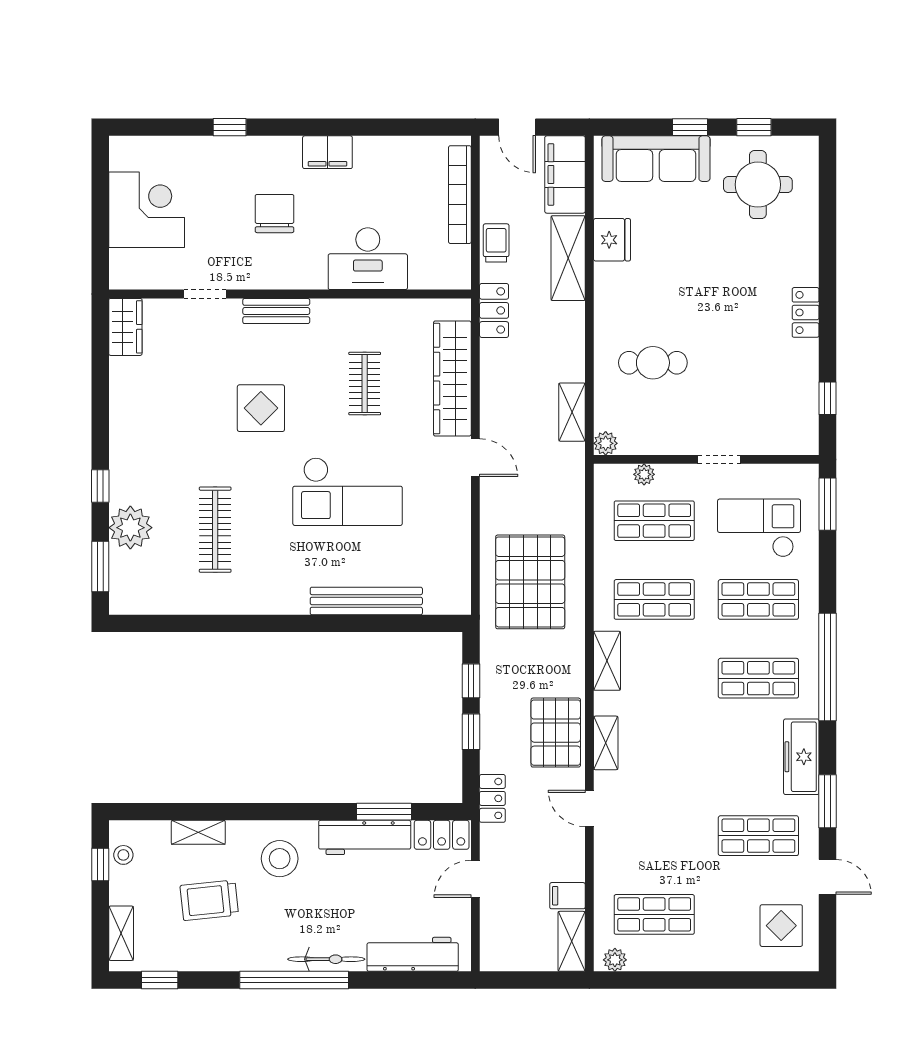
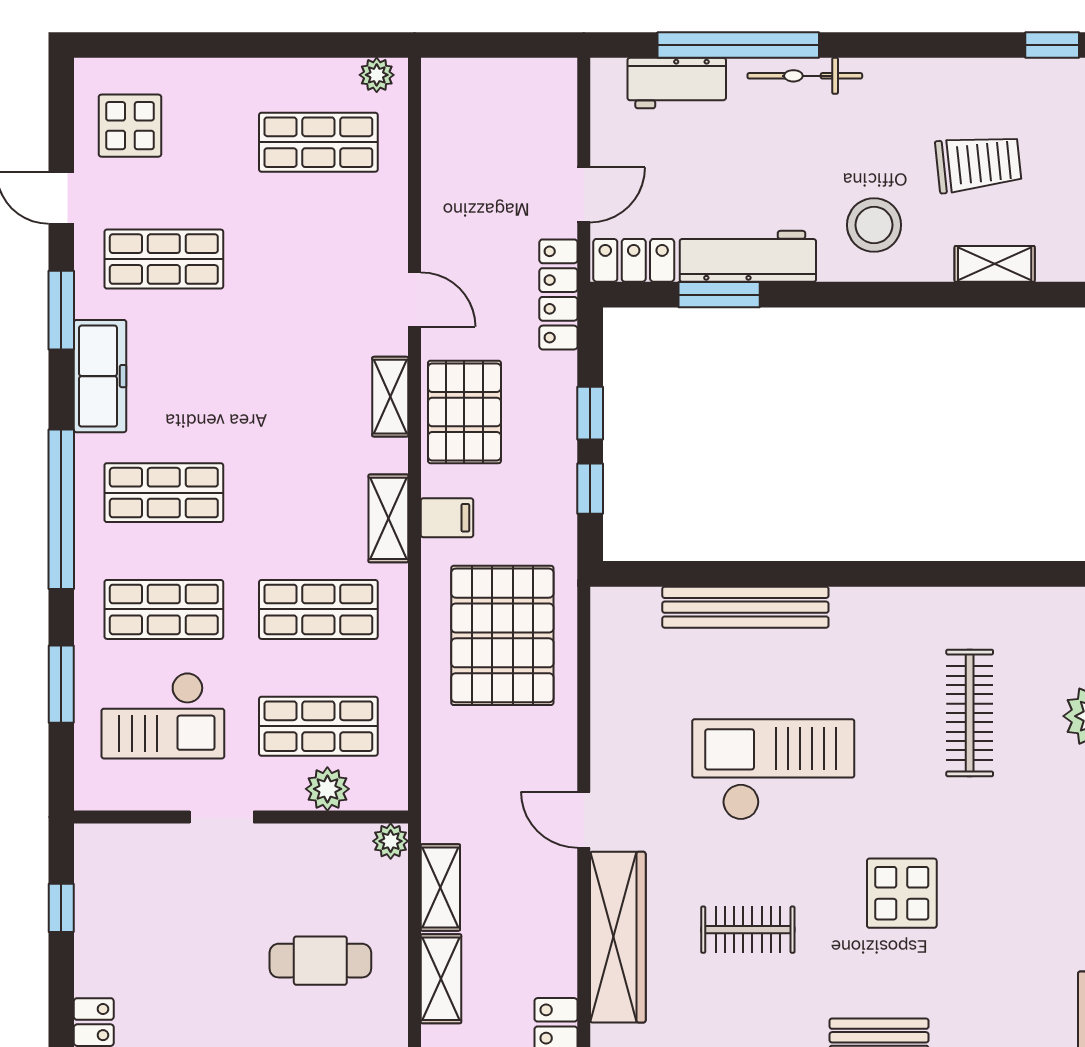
clothes rail: (365, 384) -> (748, 930), turned 90
plant: (644, 474) -> (327, 789), width x1.38, depth x1.38
window: (828, 504) -> (61, 684), moved
locker: (492, 798) -> (558, 294), width x1.53
filing cabinet: (567, 896) -> (447, 518), moved
shelving: (572, 941) -> (441, 979), moved
workbench: (413, 954) -> (677, 83), width x0.73
window: (294, 980) -> (738, 45), moved

